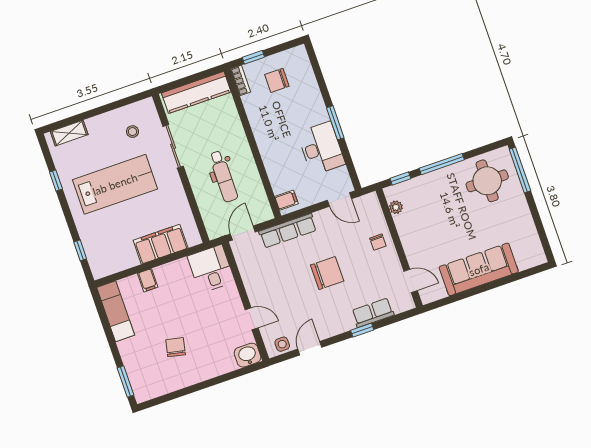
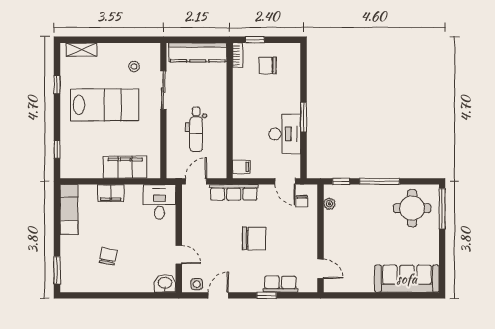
chair: (378, 242) -> (302, 201), moved
sofa: (479, 269) -> (407, 279), moved
filing cabinet: (148, 280) -> (111, 193), width x2.00

